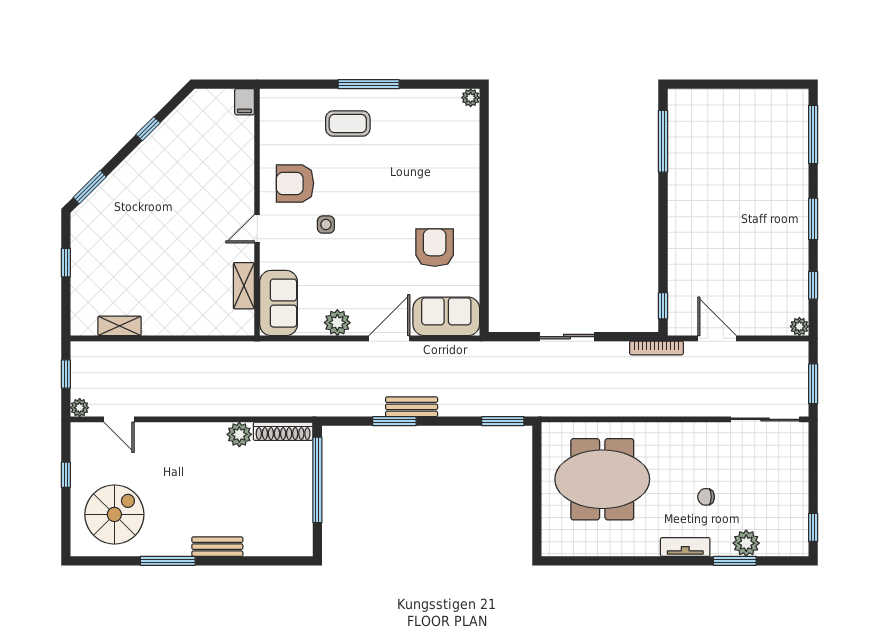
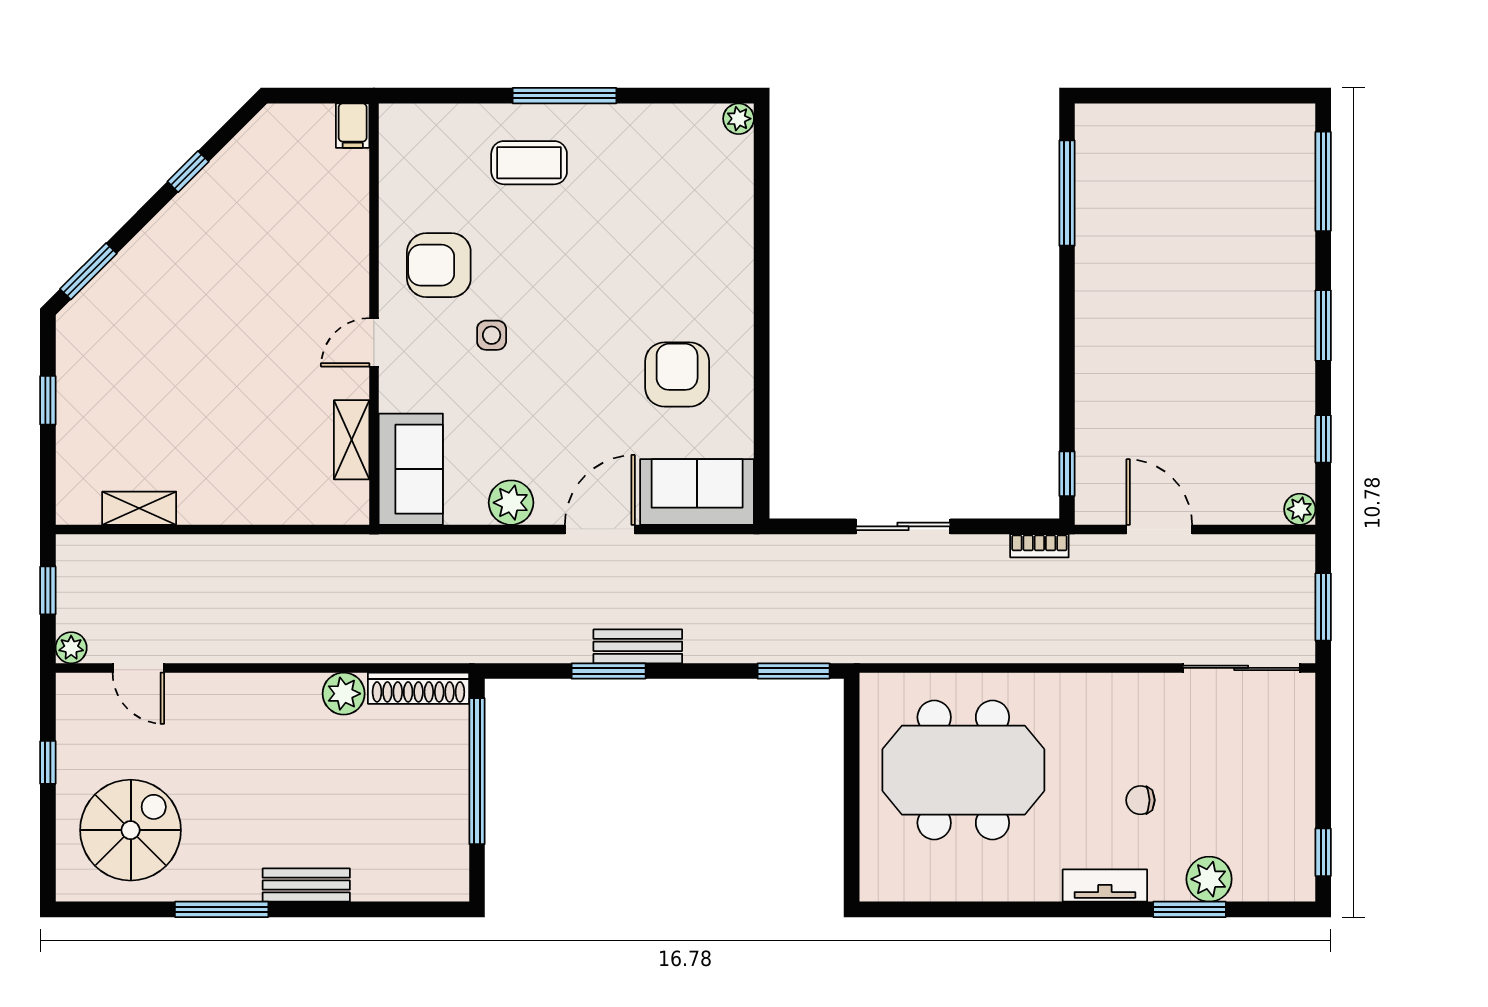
bookcase: (656, 348) -> (1039, 546), width x0.64

